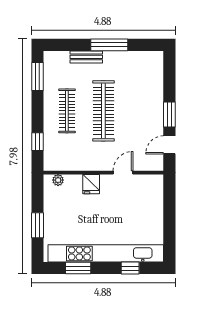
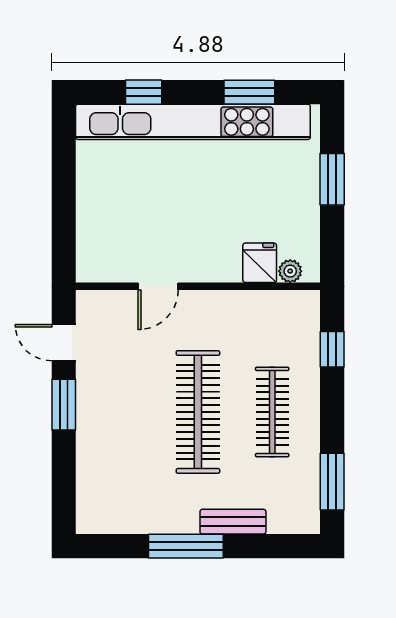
door: (169, 145) -> (64, 343), swing flipped
fridge: (91, 184) -> (260, 263), moved

